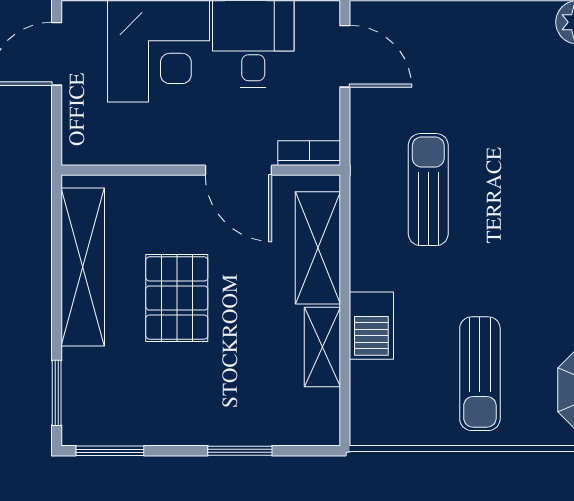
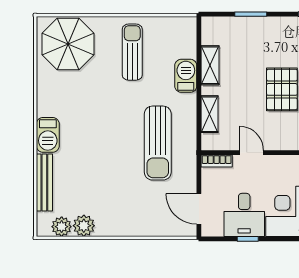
door: (238, 170) -> (251, 153), width x0.73
sun lounger: (428, 190) -> (158, 143), width x1.36, depth x1.34
shelving: (318, 248) -> (210, 114), width x0.67, depth x0.75

